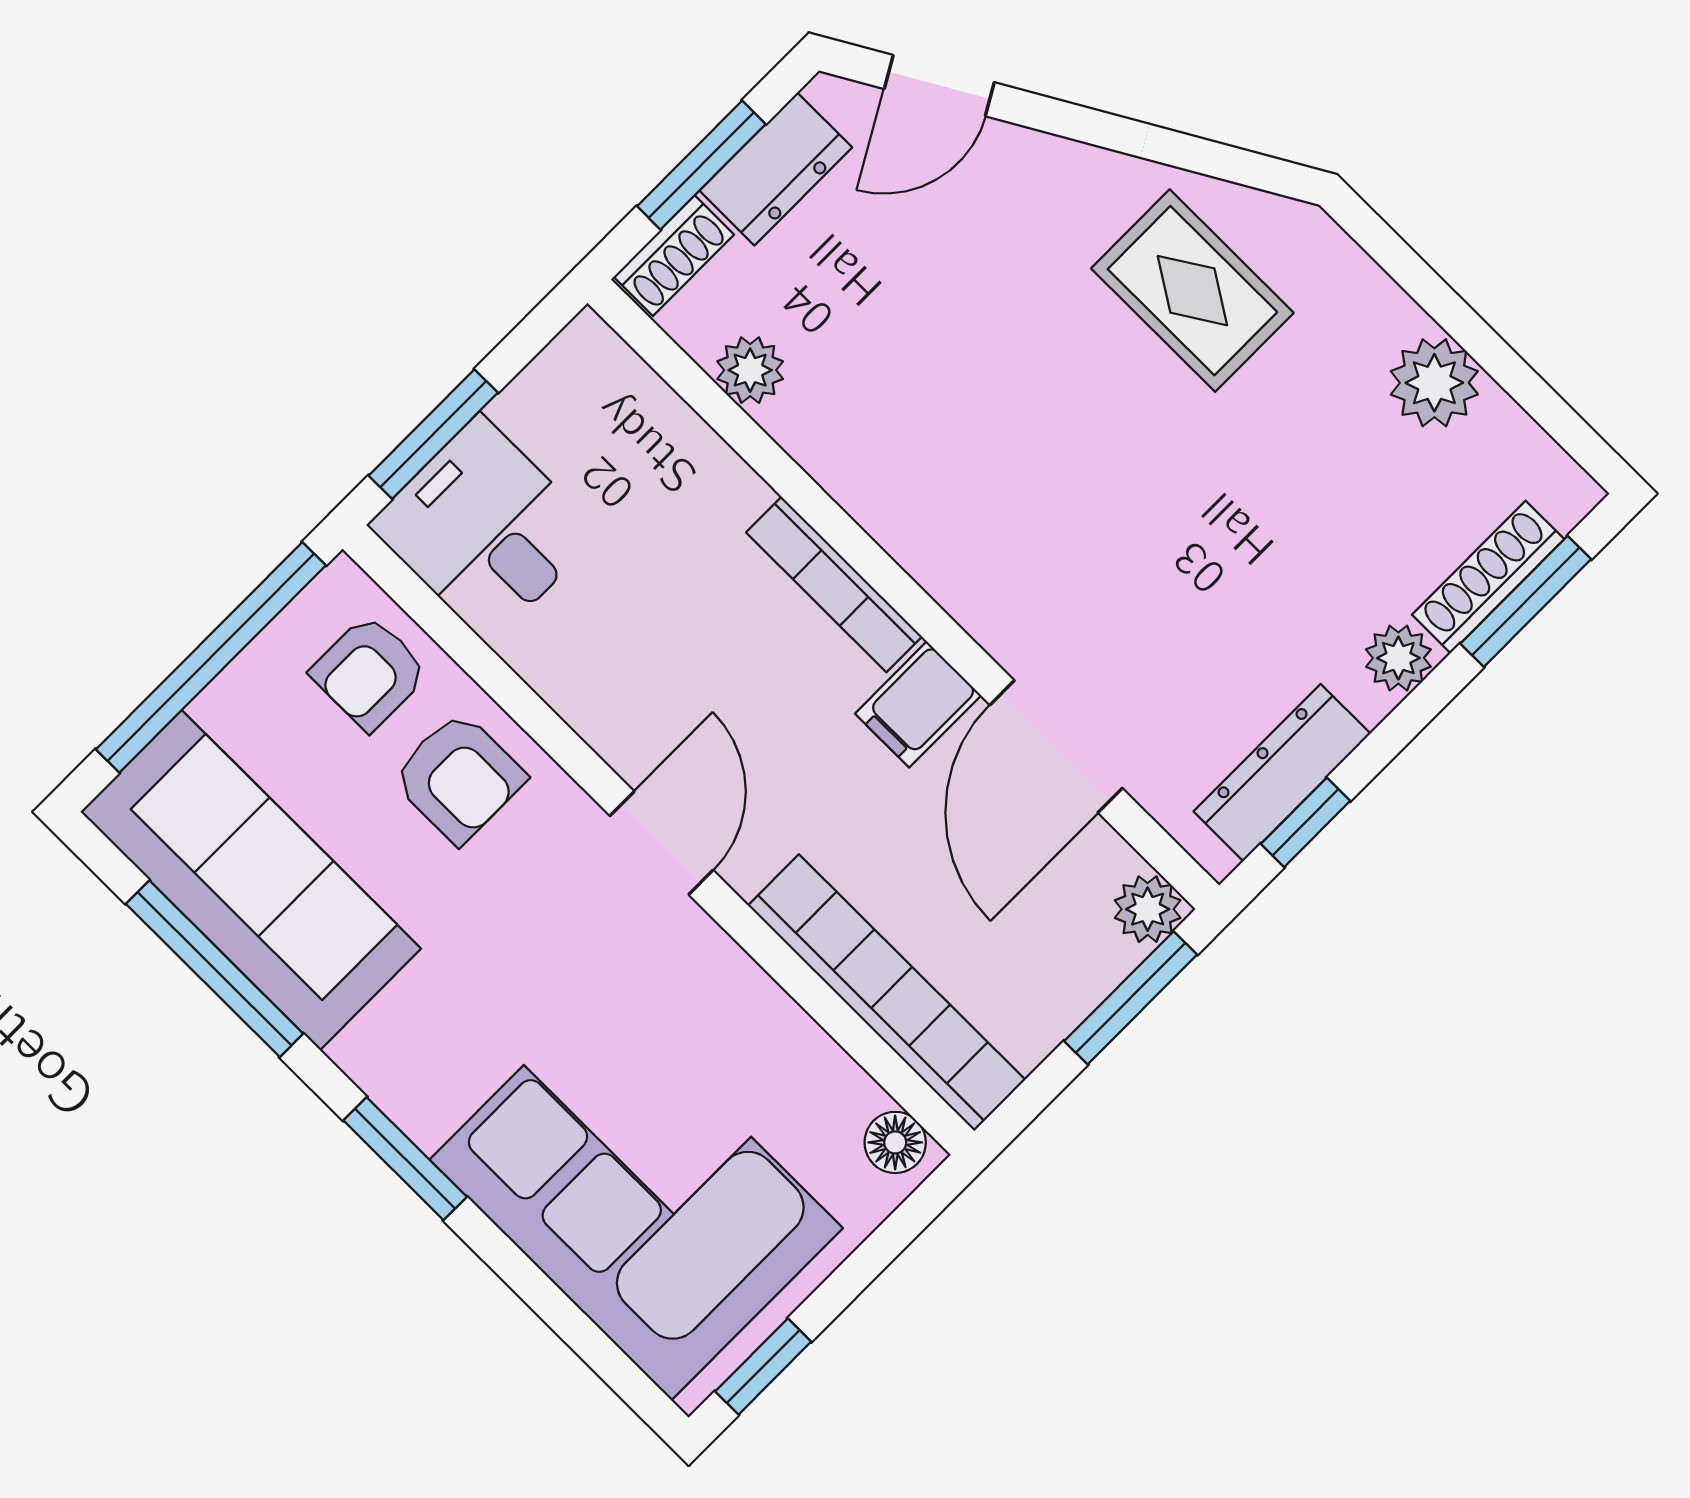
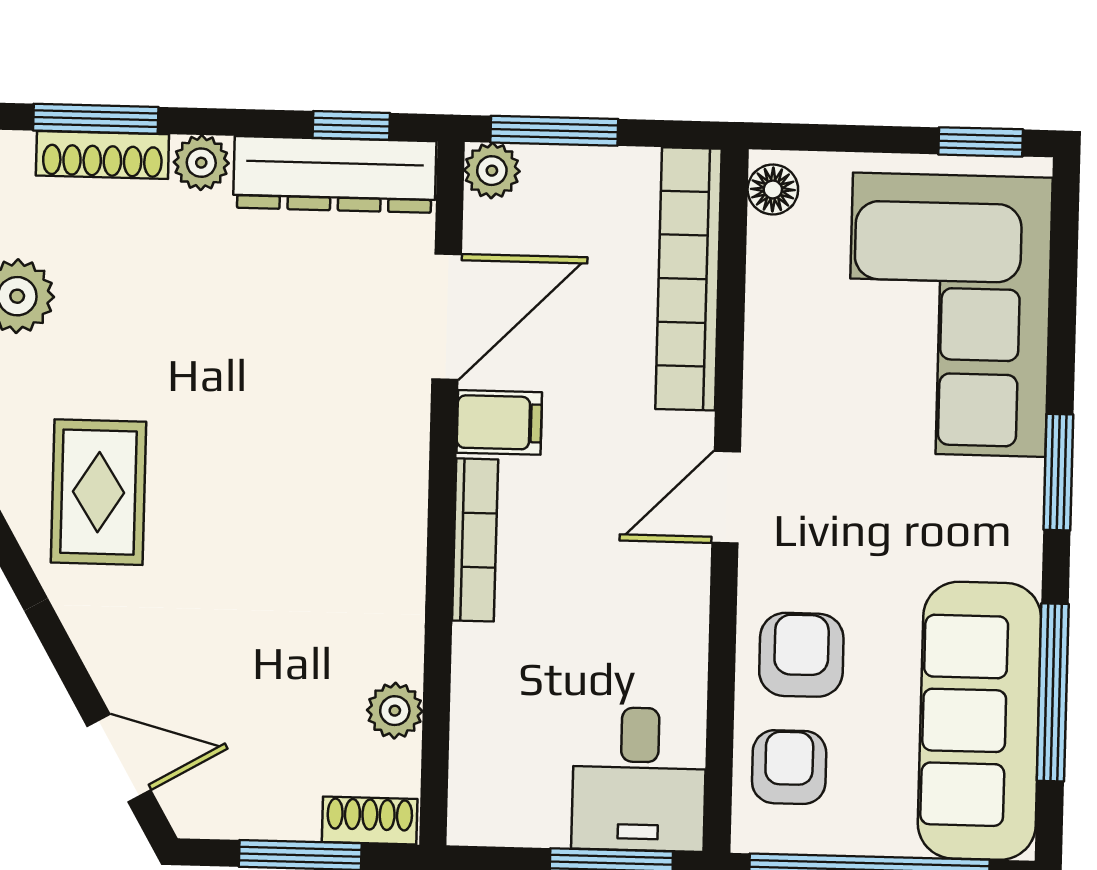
dresser: (776, 169) -> (261, 809), removed
armchair: (369, 672) -> (789, 767), turned -90
dresser: (1282, 773) -> (335, 175), width x1.37, depth x1.24

